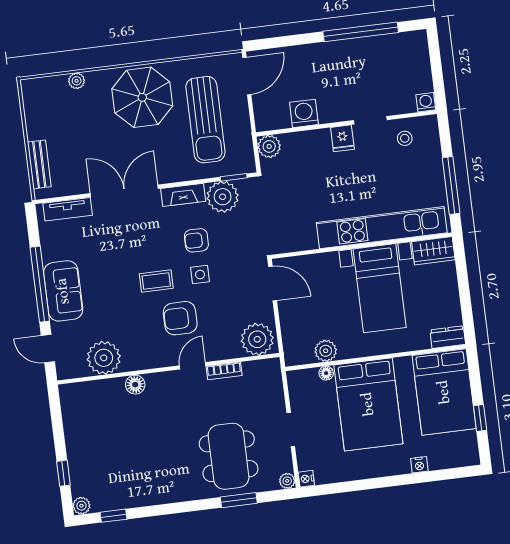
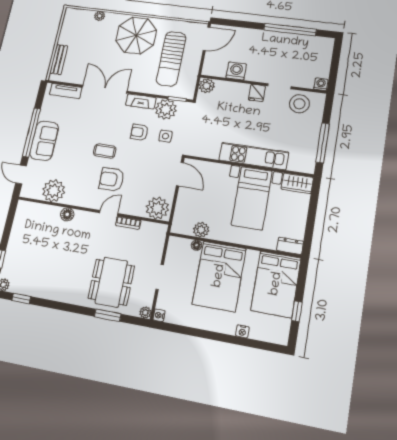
stool: (405, 138) -> (299, 104), width x1.89, depth x1.89
kitchen unit: (382, 228) -> (254, 156), width x0.73
side table: (200, 274) -> (166, 136), moved

